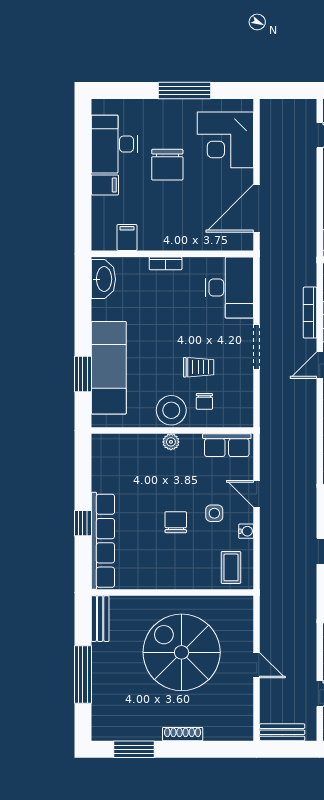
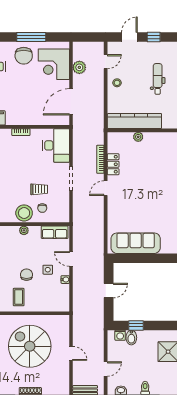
plant: (272, 146) -> (79, 67), added
chair: (167, 165) -> (24, 56), moved
coffee table: (231, 567) -> (19, 297), moved

